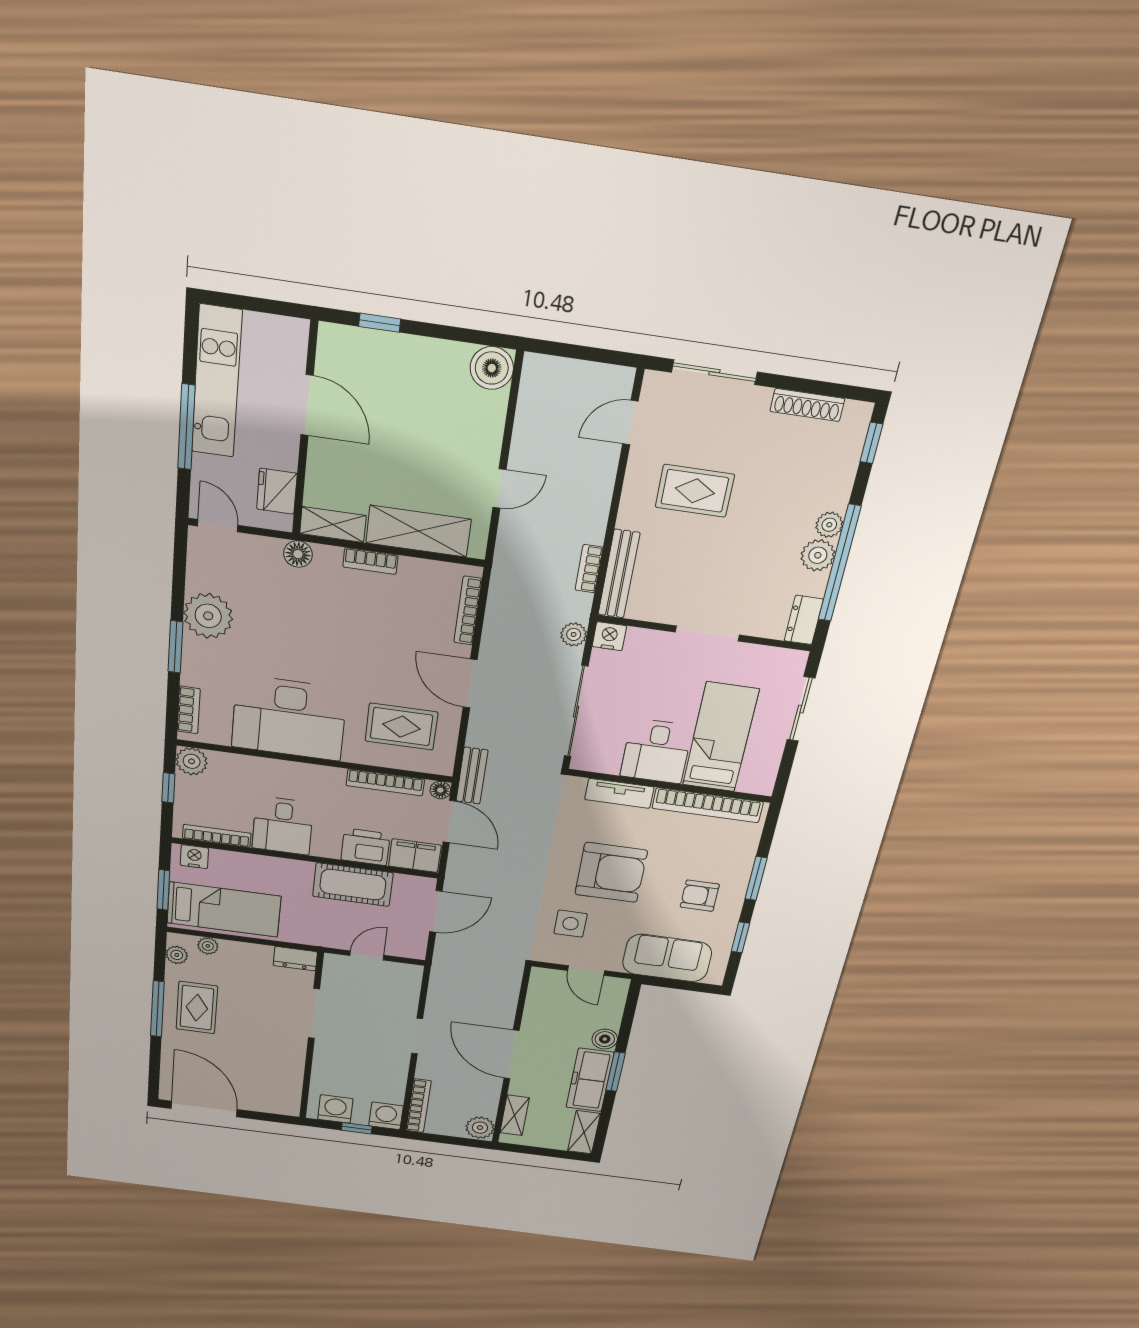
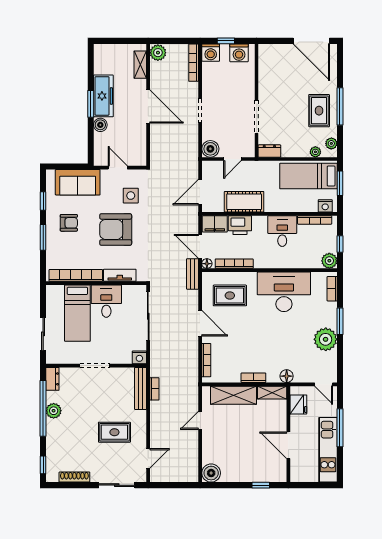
plant: (829, 525) -> (52, 426), removed
plant: (574, 634) -> (156, 356), removed
boiler: (407, 977) -> (210, 149), added
shelving: (584, 1132) -> (100, 59), removed

